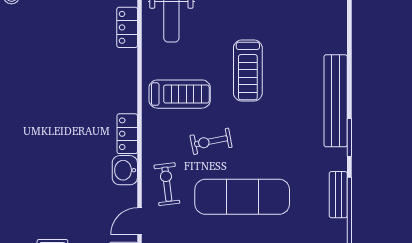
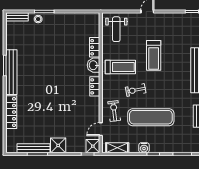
locker: (127, 27) -> (95, 47), moved
washbasin: (125, 170) -> (94, 65), moved

